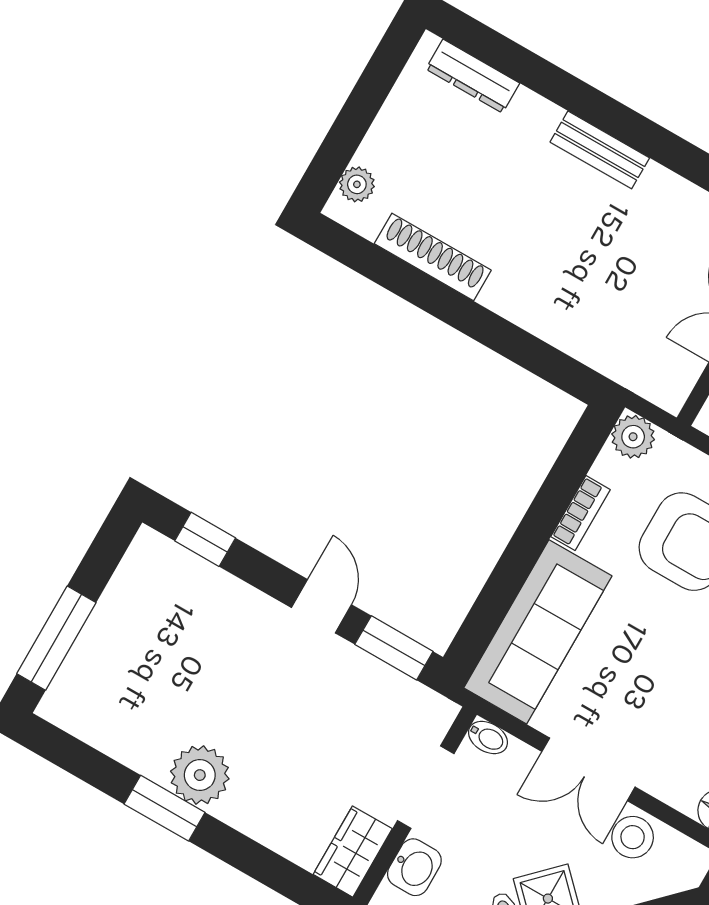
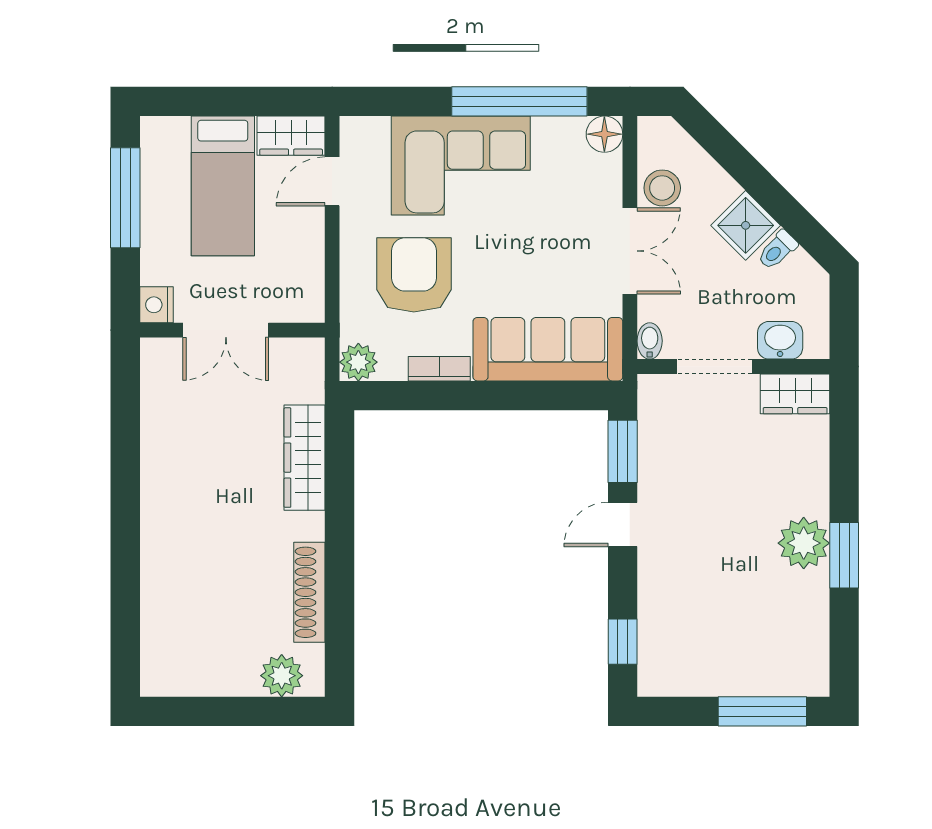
dresser: (473, 76) -> (155, 641), removed
bench: (600, 150) -> (156, 512), removed
plant: (357, 184) -> (282, 676), width x1.38, depth x1.38
wardrobe: (569, 329) -> (305, 458), added

